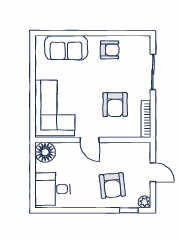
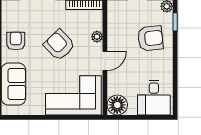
armchair: (115, 105) -> (59, 45), moved, turned -134
plant: (114, 132) -> (97, 37), added

